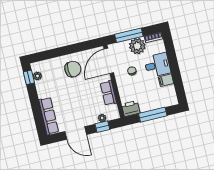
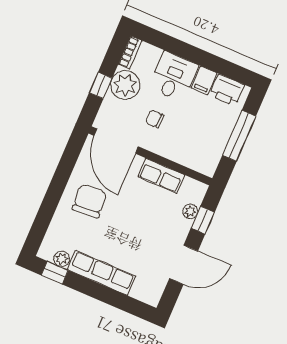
window: (129, 35) -> (101, 85), width x0.46
printer: (131, 109) -> (227, 90), moved, turned -90
row of seats: (49, 116) -> (102, 273), moved

